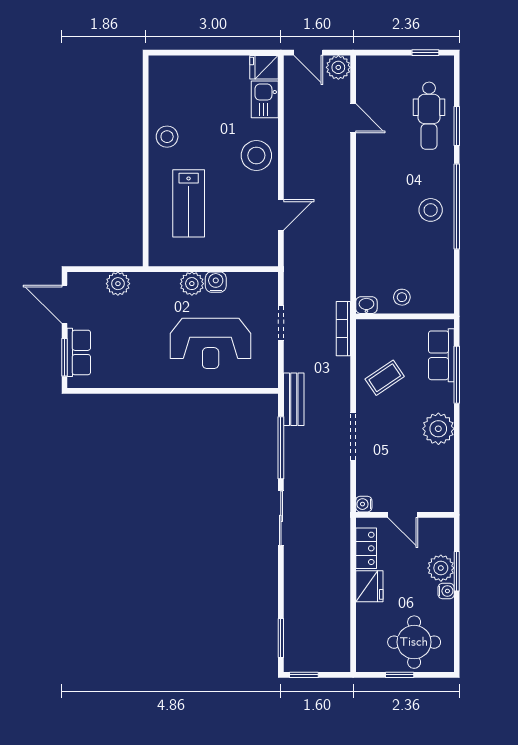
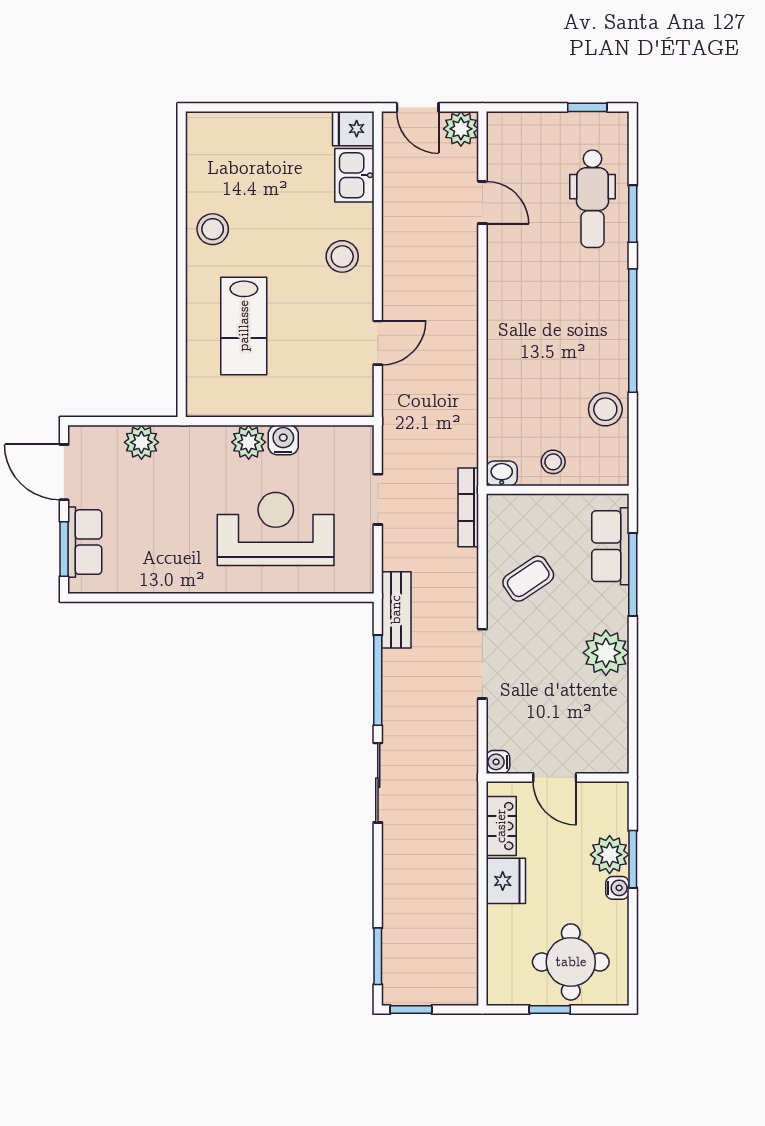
stool: (256, 155) -> (342, 256), width x0.73, depth x0.73
stool: (431, 210) -> (605, 409), moved
reception desk: (211, 343) -> (276, 529), turned 180

